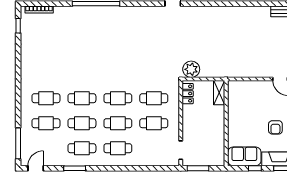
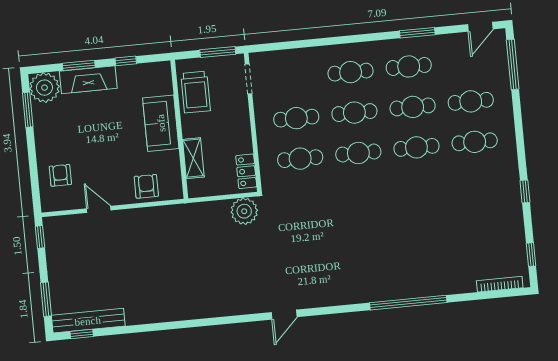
window: (18, 65) -> (525, 191), added
shelving: (219, 93) -> (193, 158), moved
armchair: (275, 127) -> (146, 186), moved
trolley: (214, 145) -> (196, 92), added
sofa: (244, 156) -> (161, 123), moved, turned 90

